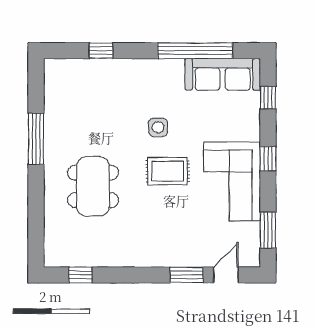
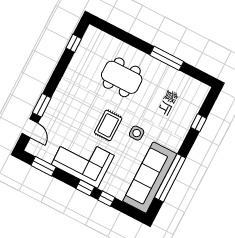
sofa: (223, 74) -> (150, 178), width x1.36, depth x1.27
window: (268, 98) -> (106, 199), moved

